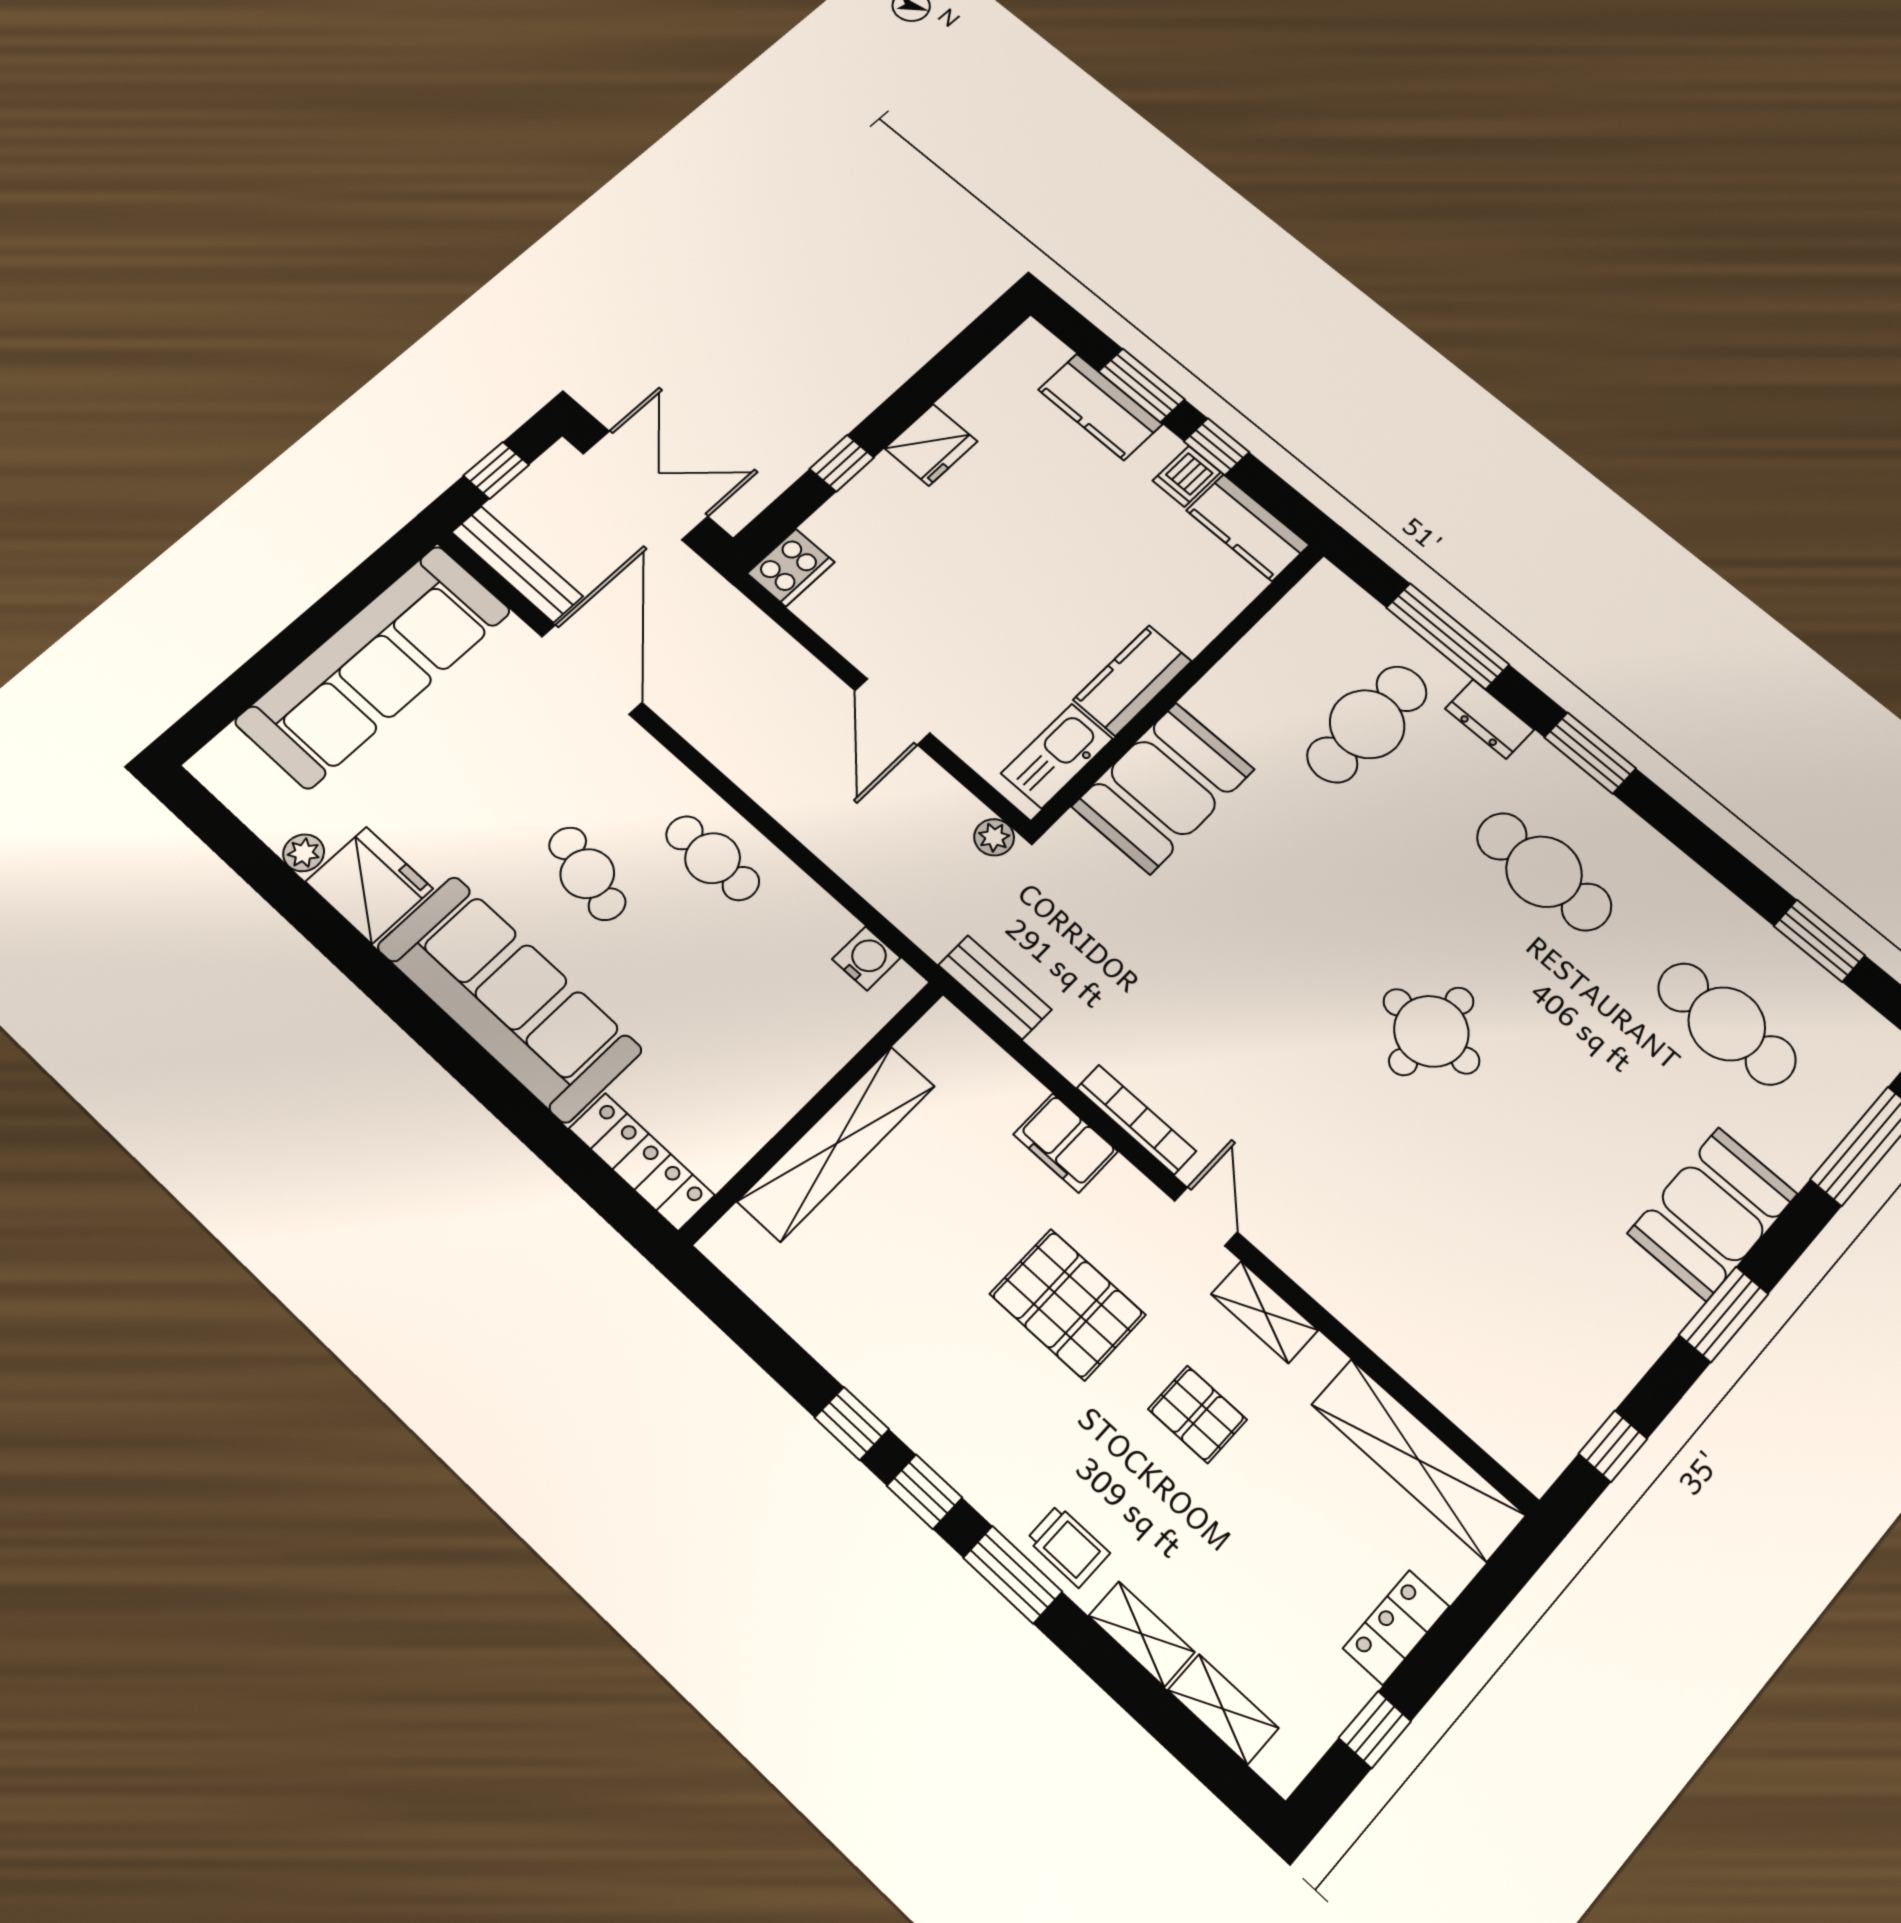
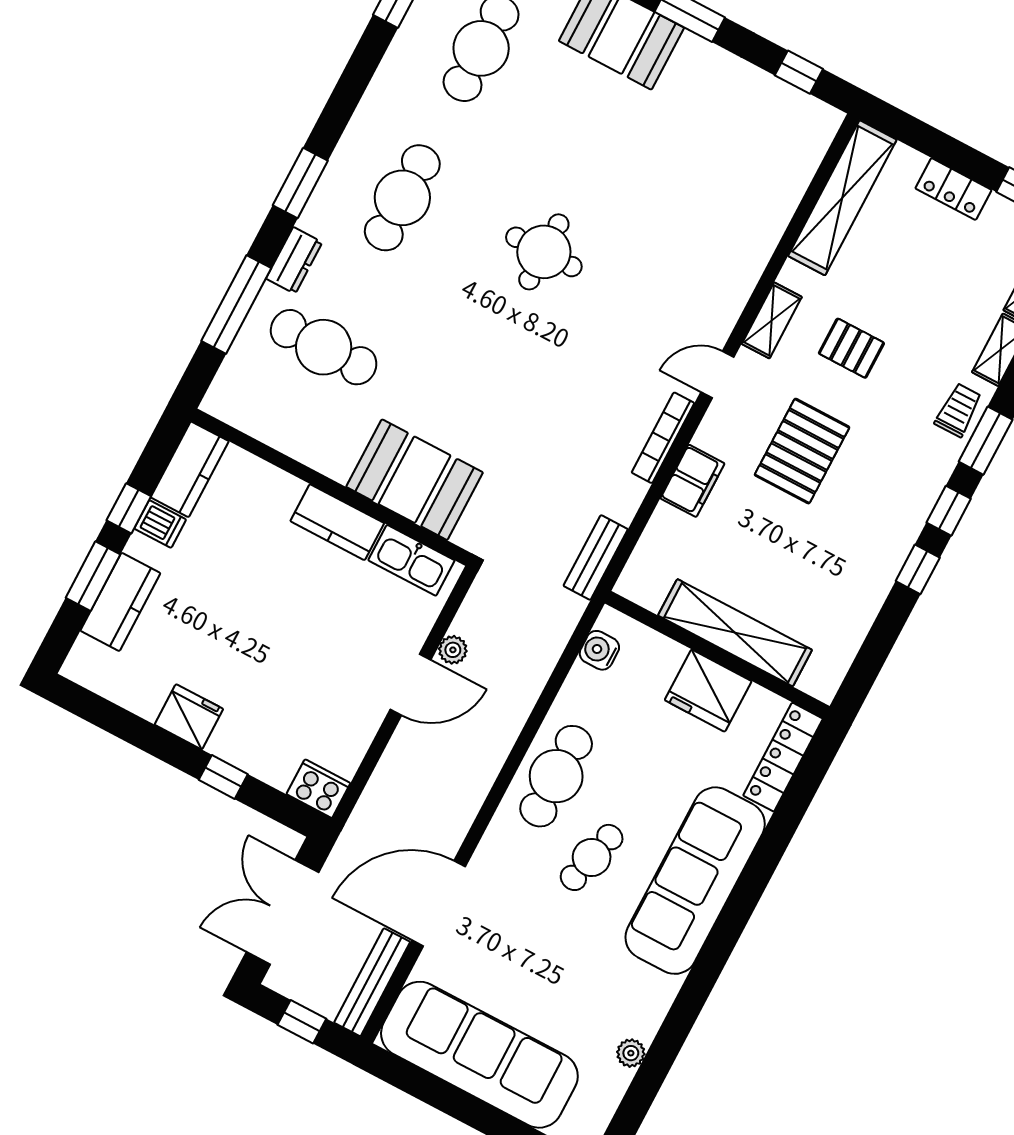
plant: (994, 837) -> (453, 650), moved
cafe table: (713, 858) -> (556, 776), width x1.37, depth x1.35
fridge: (369, 885) -> (708, 691), moved, turned -90
pallet: (1198, 1414) -> (851, 348), turned 90

